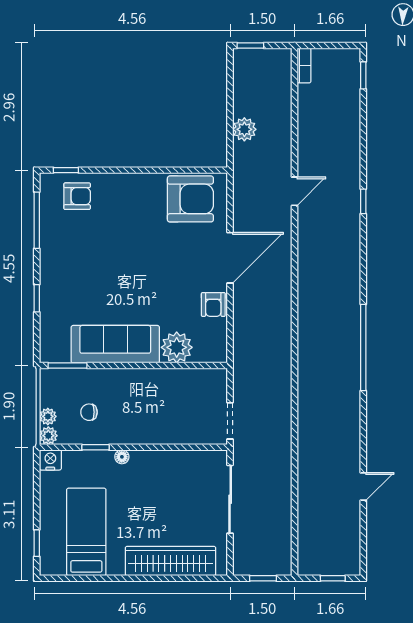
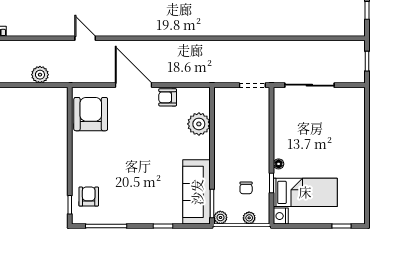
armchair: (213, 305) -> (168, 97), turned 180
sofa: (115, 344) -> (197, 192), moved
plant: (48, 436) -> (220, 217), moved
bed: (86, 532) -> (305, 192), moved, turned 180
wardrobe: (170, 561) -> (354, 129), removed

